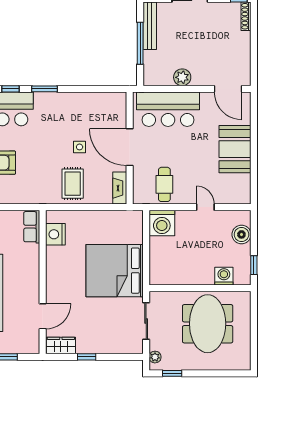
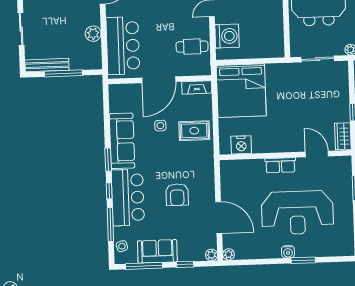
sofa: (64, 105) -> (122, 141), added
washing machine: (162, 223) -> (227, 36), moved
row of seats: (32, 227) -> (280, 165), moved
bed: (115, 271) -> (241, 91), moved

